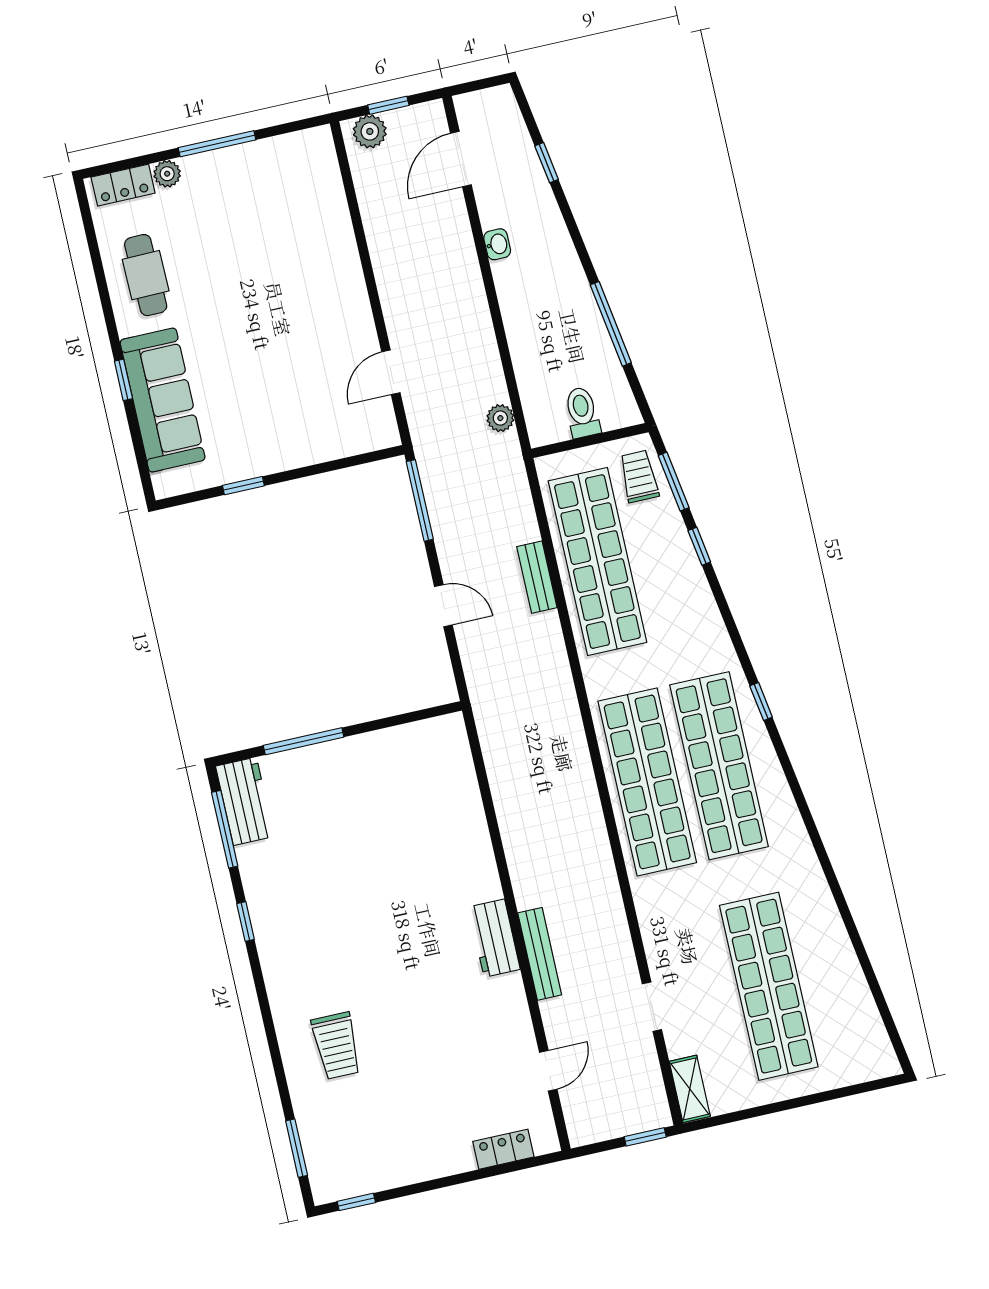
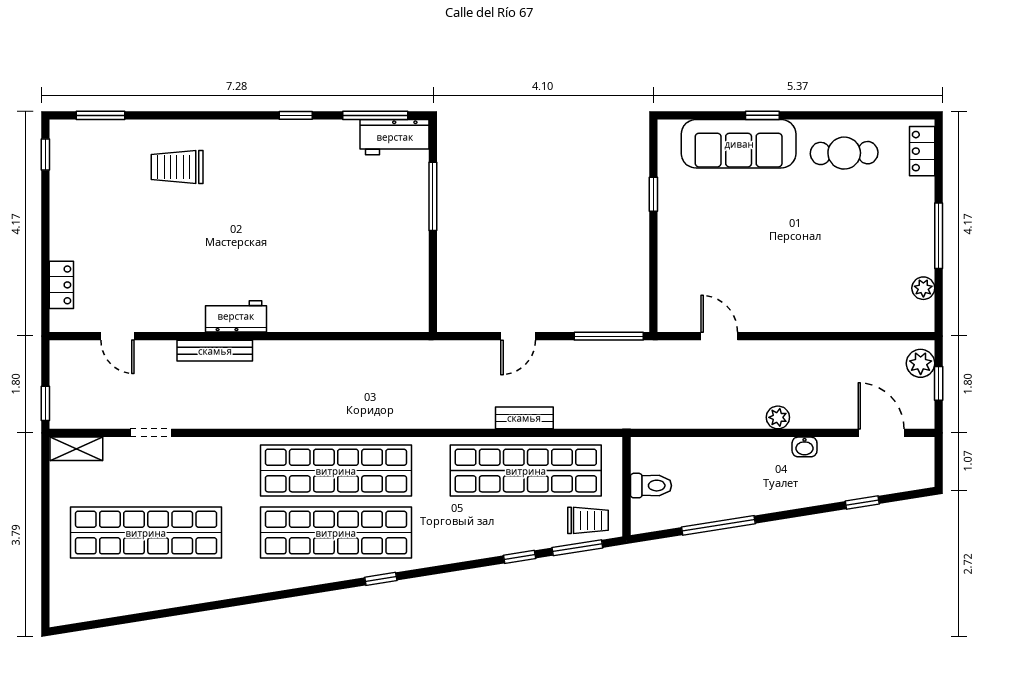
plant: (167, 174) -> (923, 288), moved
plant: (500, 418) -> (778, 417), moved

